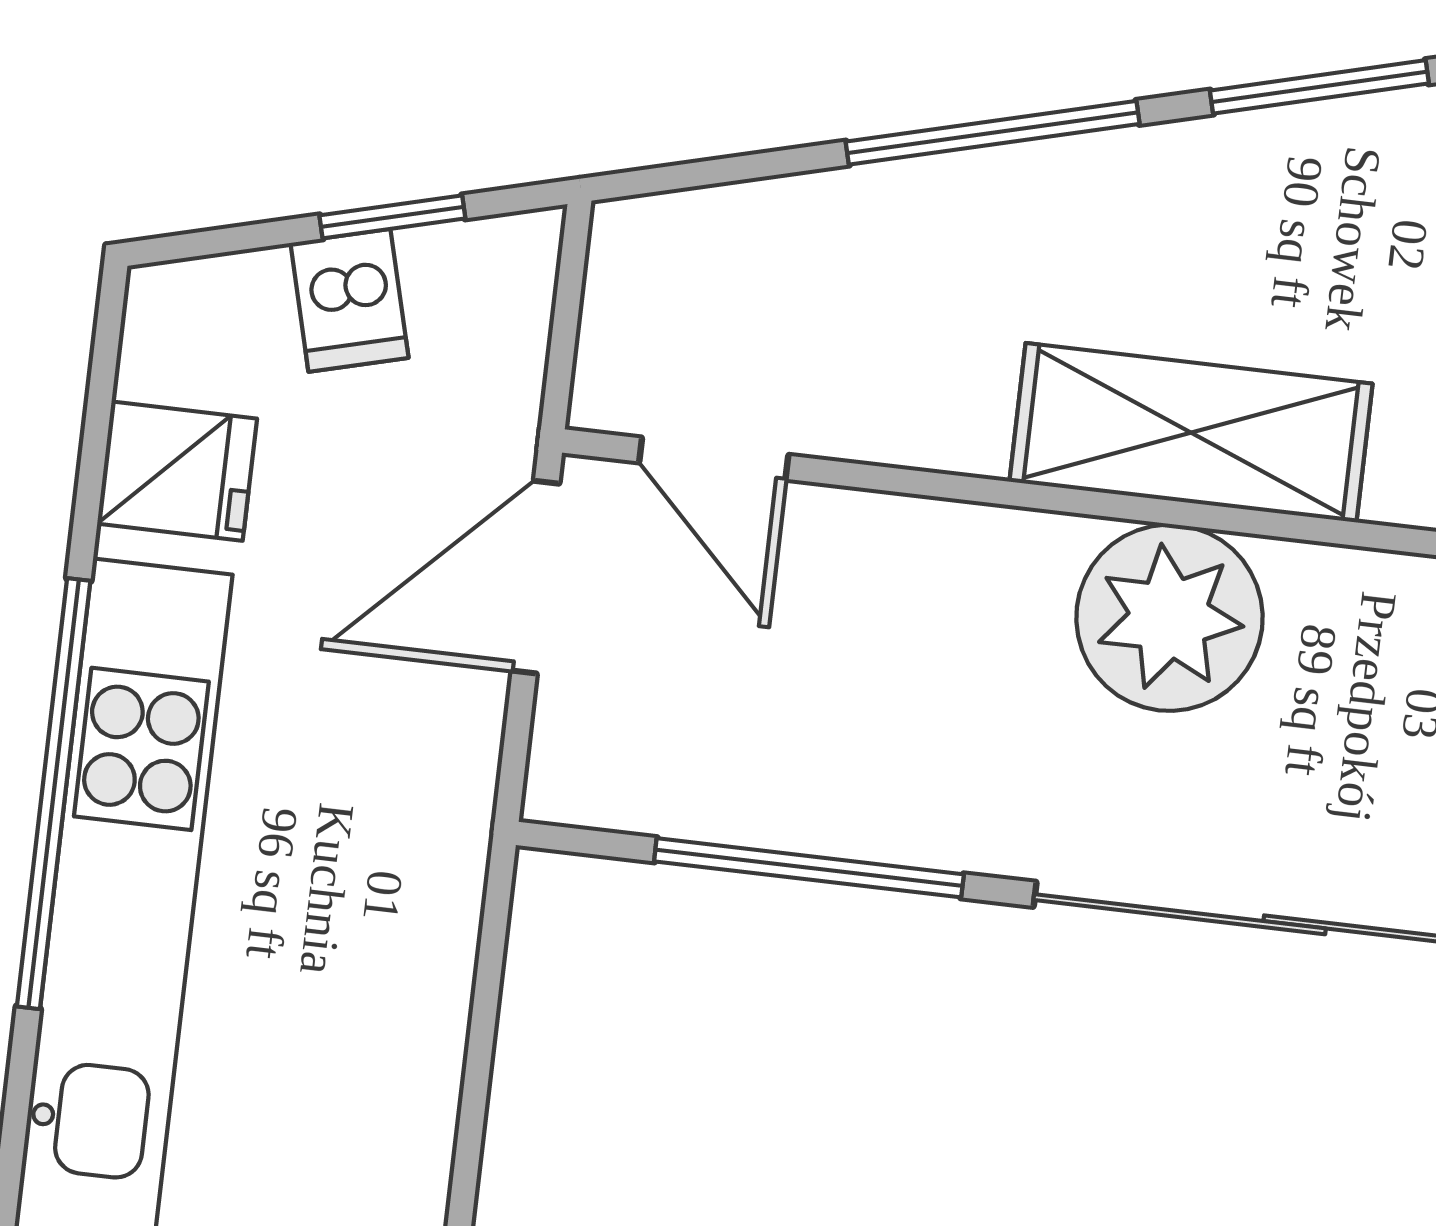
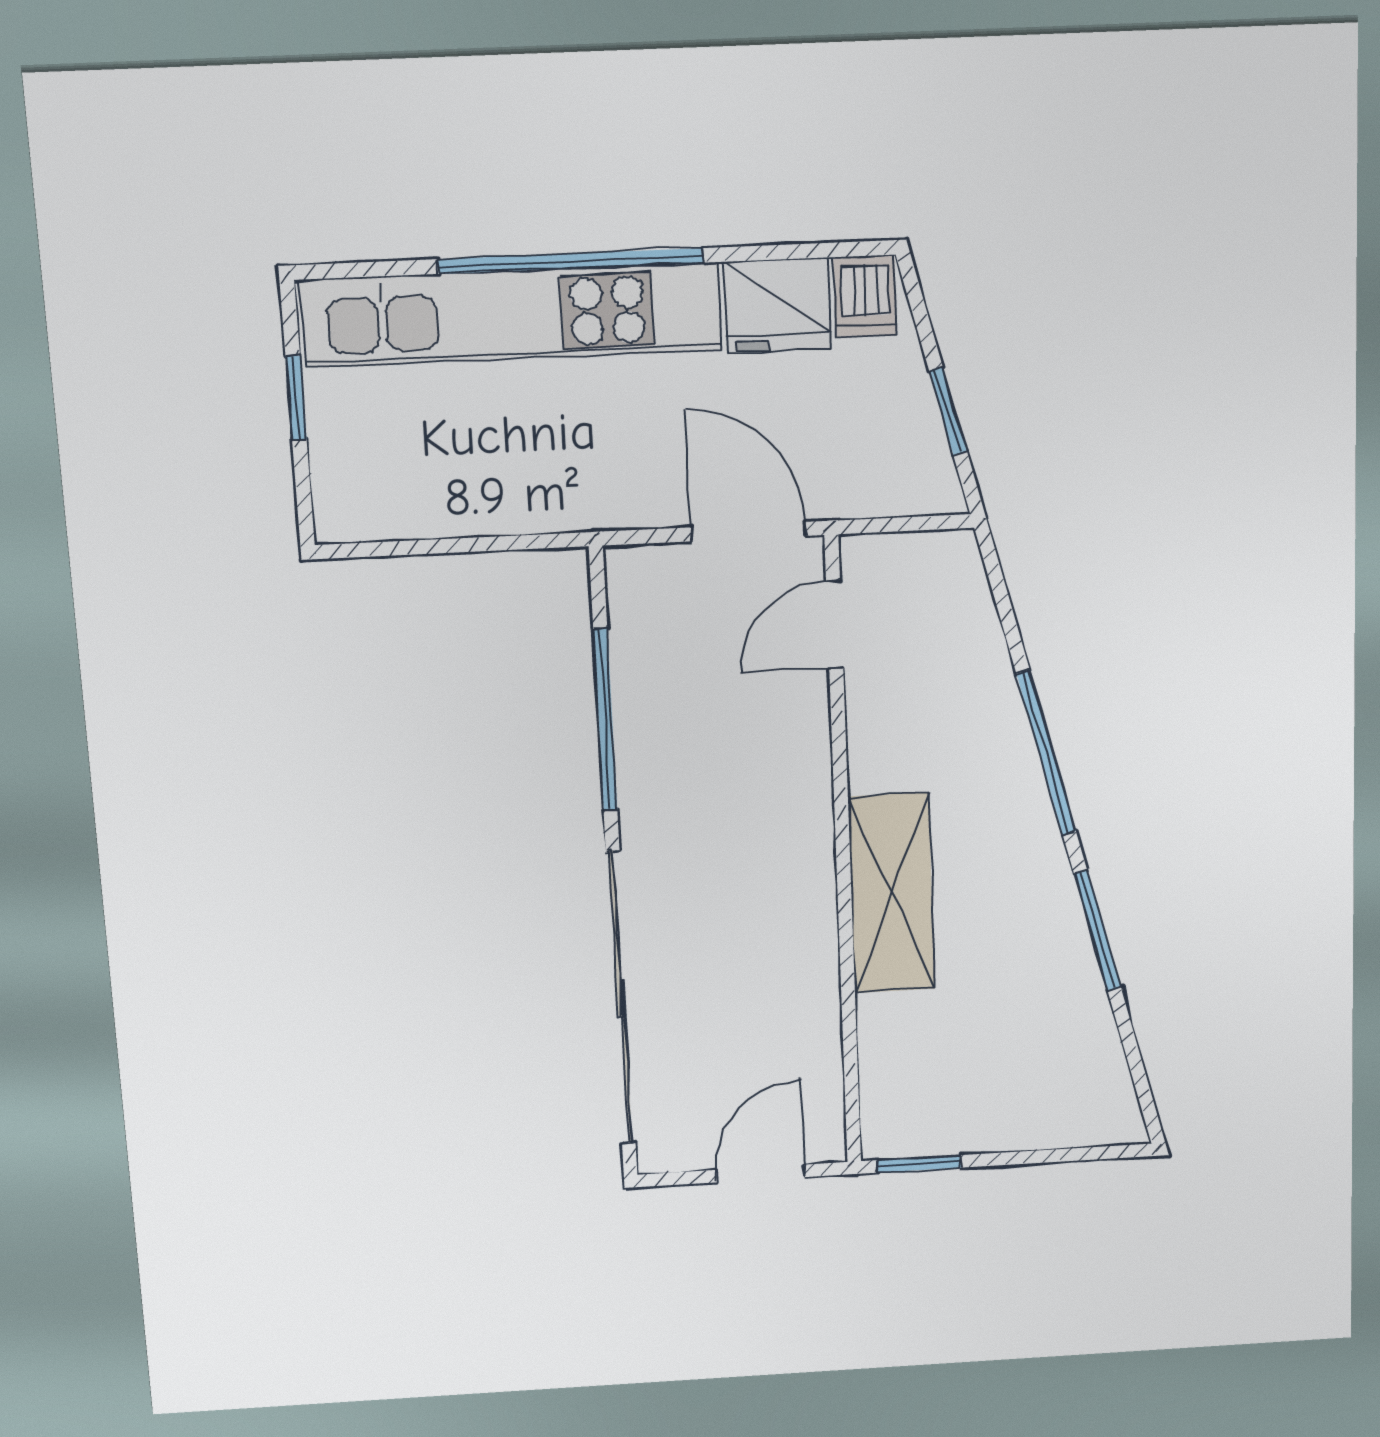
dishwasher: (349, 300) -> (865, 296), moved, turned -75
fridge: (177, 471) -> (777, 305), width x1.38
plant: (1169, 618) -> (784, 899), removed

